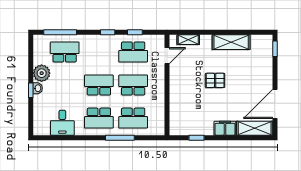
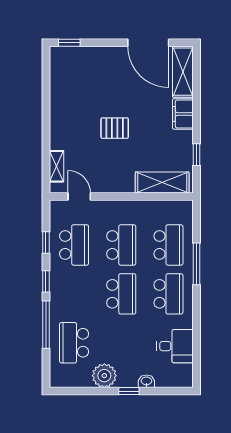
window: (60, 32) -> (46, 325), moved
shelving: (231, 42) -> (162, 183), moved, turned 90
pallet: (215, 80) -> (115, 128), turned 90
school desk: (99, 85) -> (121, 294), turned 180
school desk: (133, 85) -> (121, 245), turned 180
washbasin: (38, 88) -> (146, 381), moved

